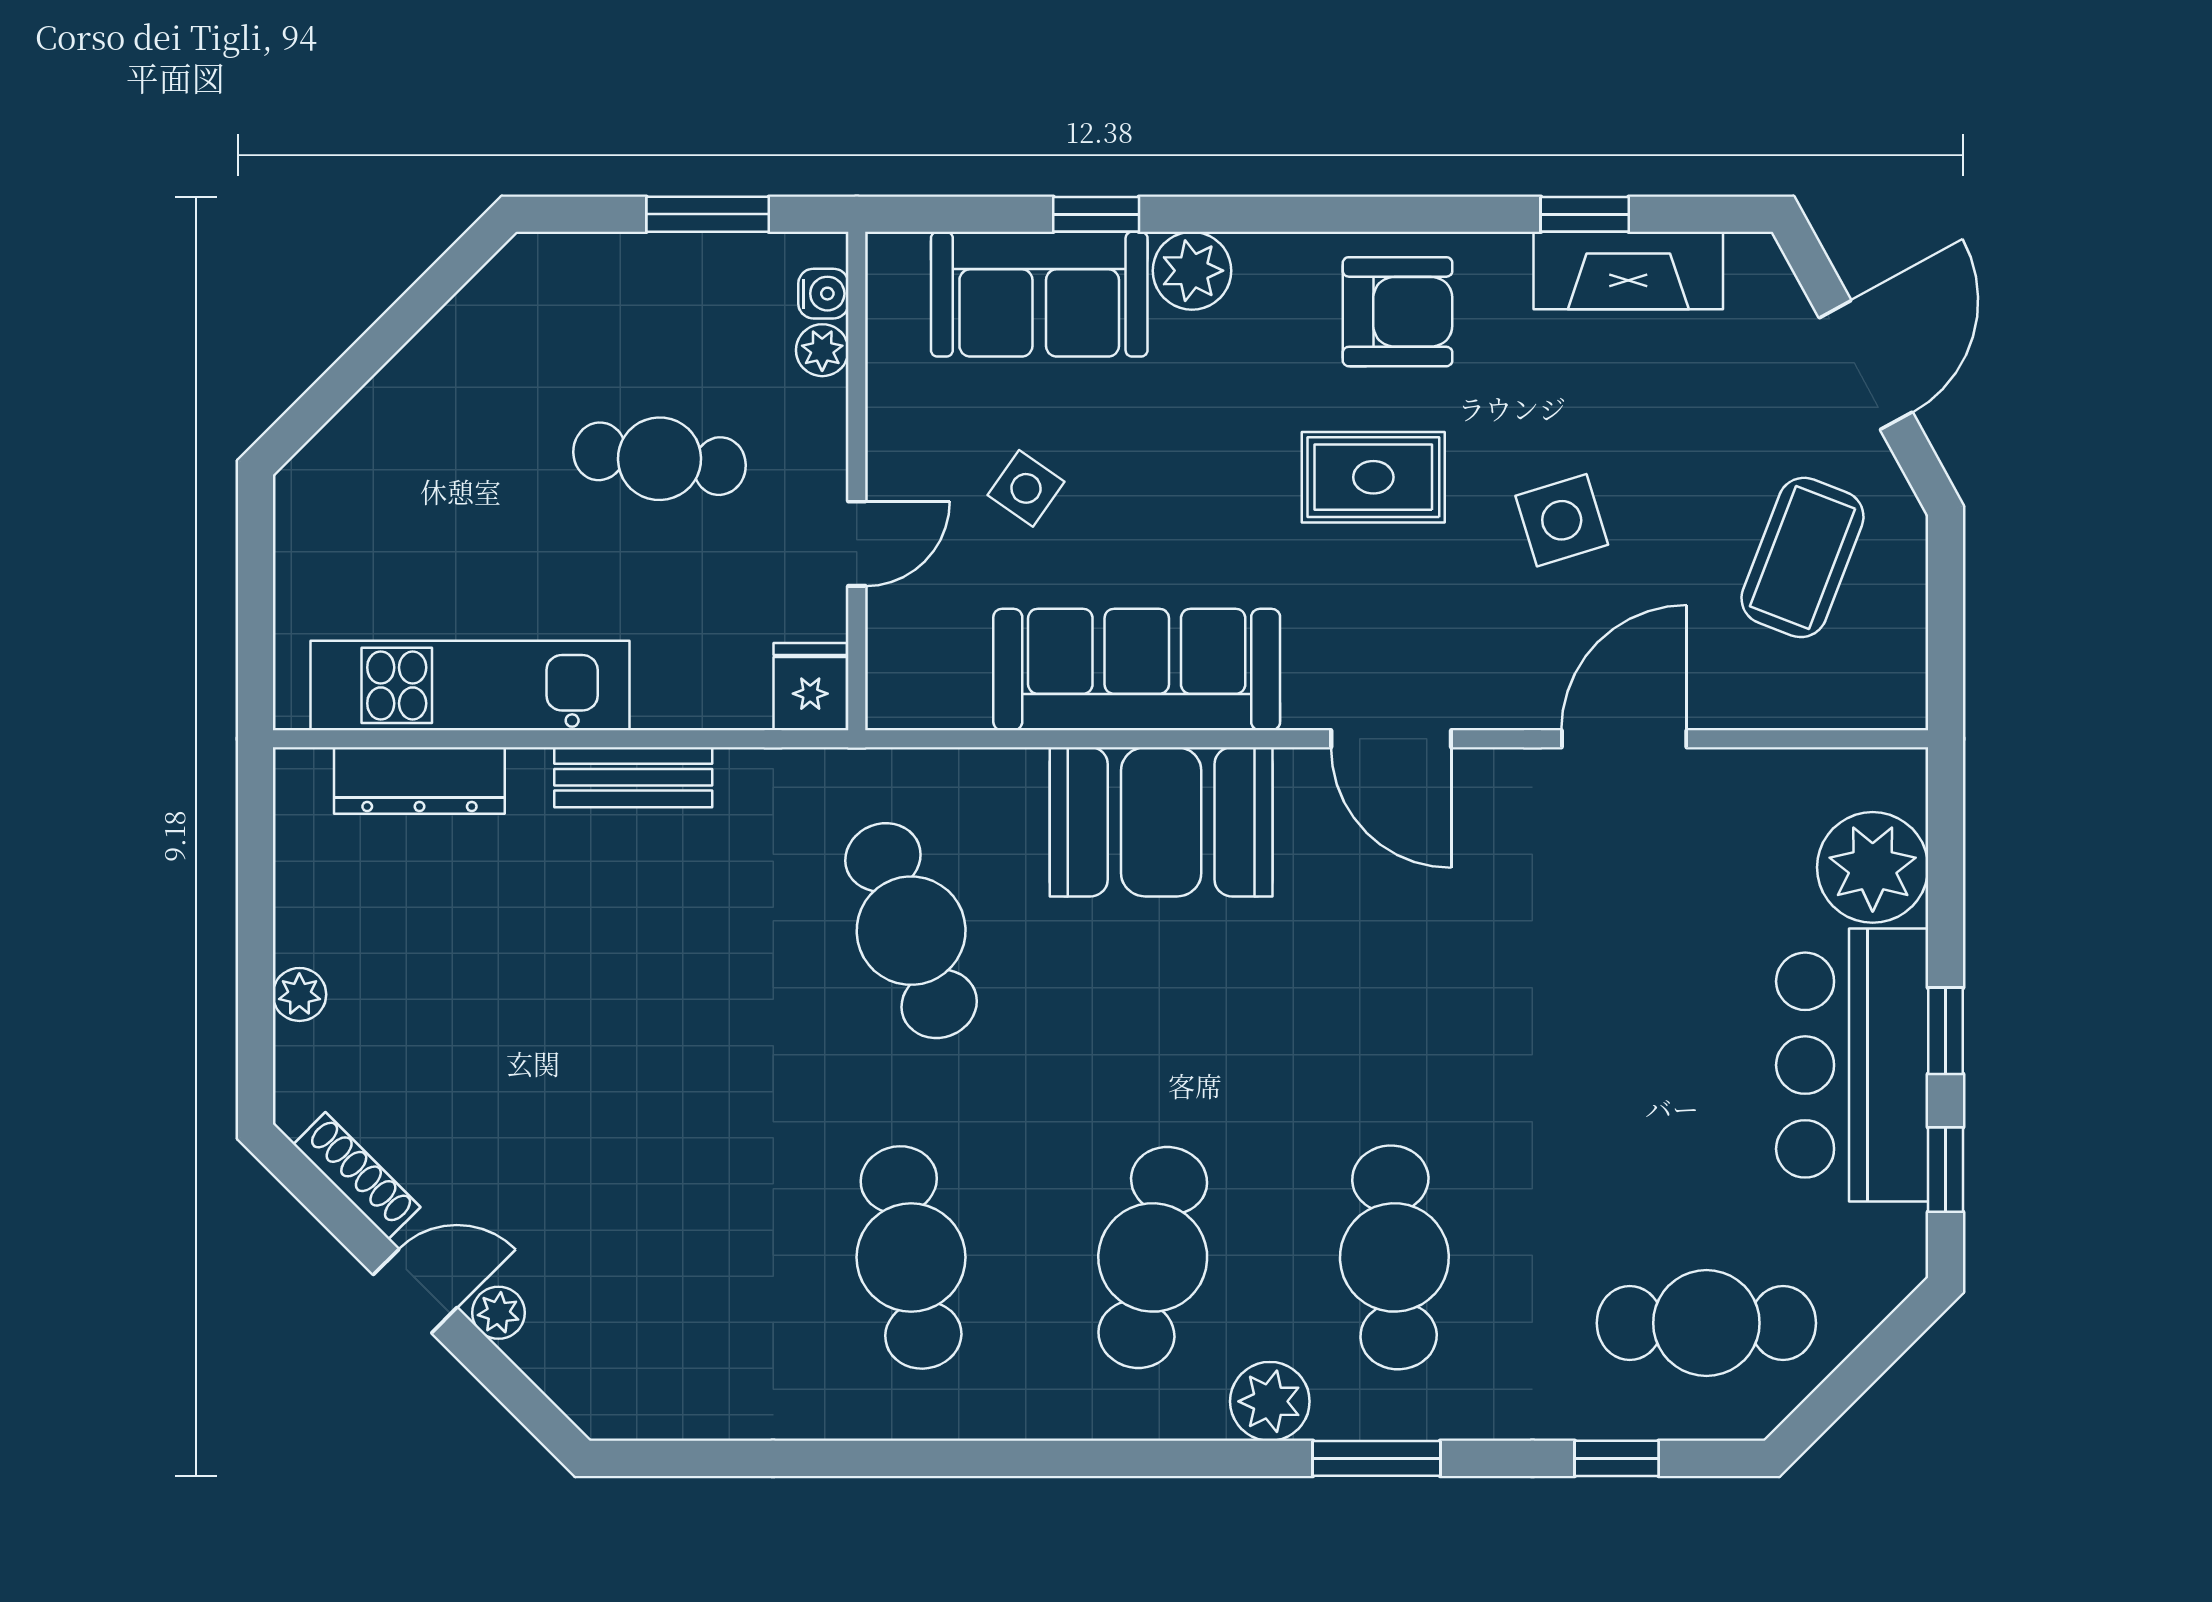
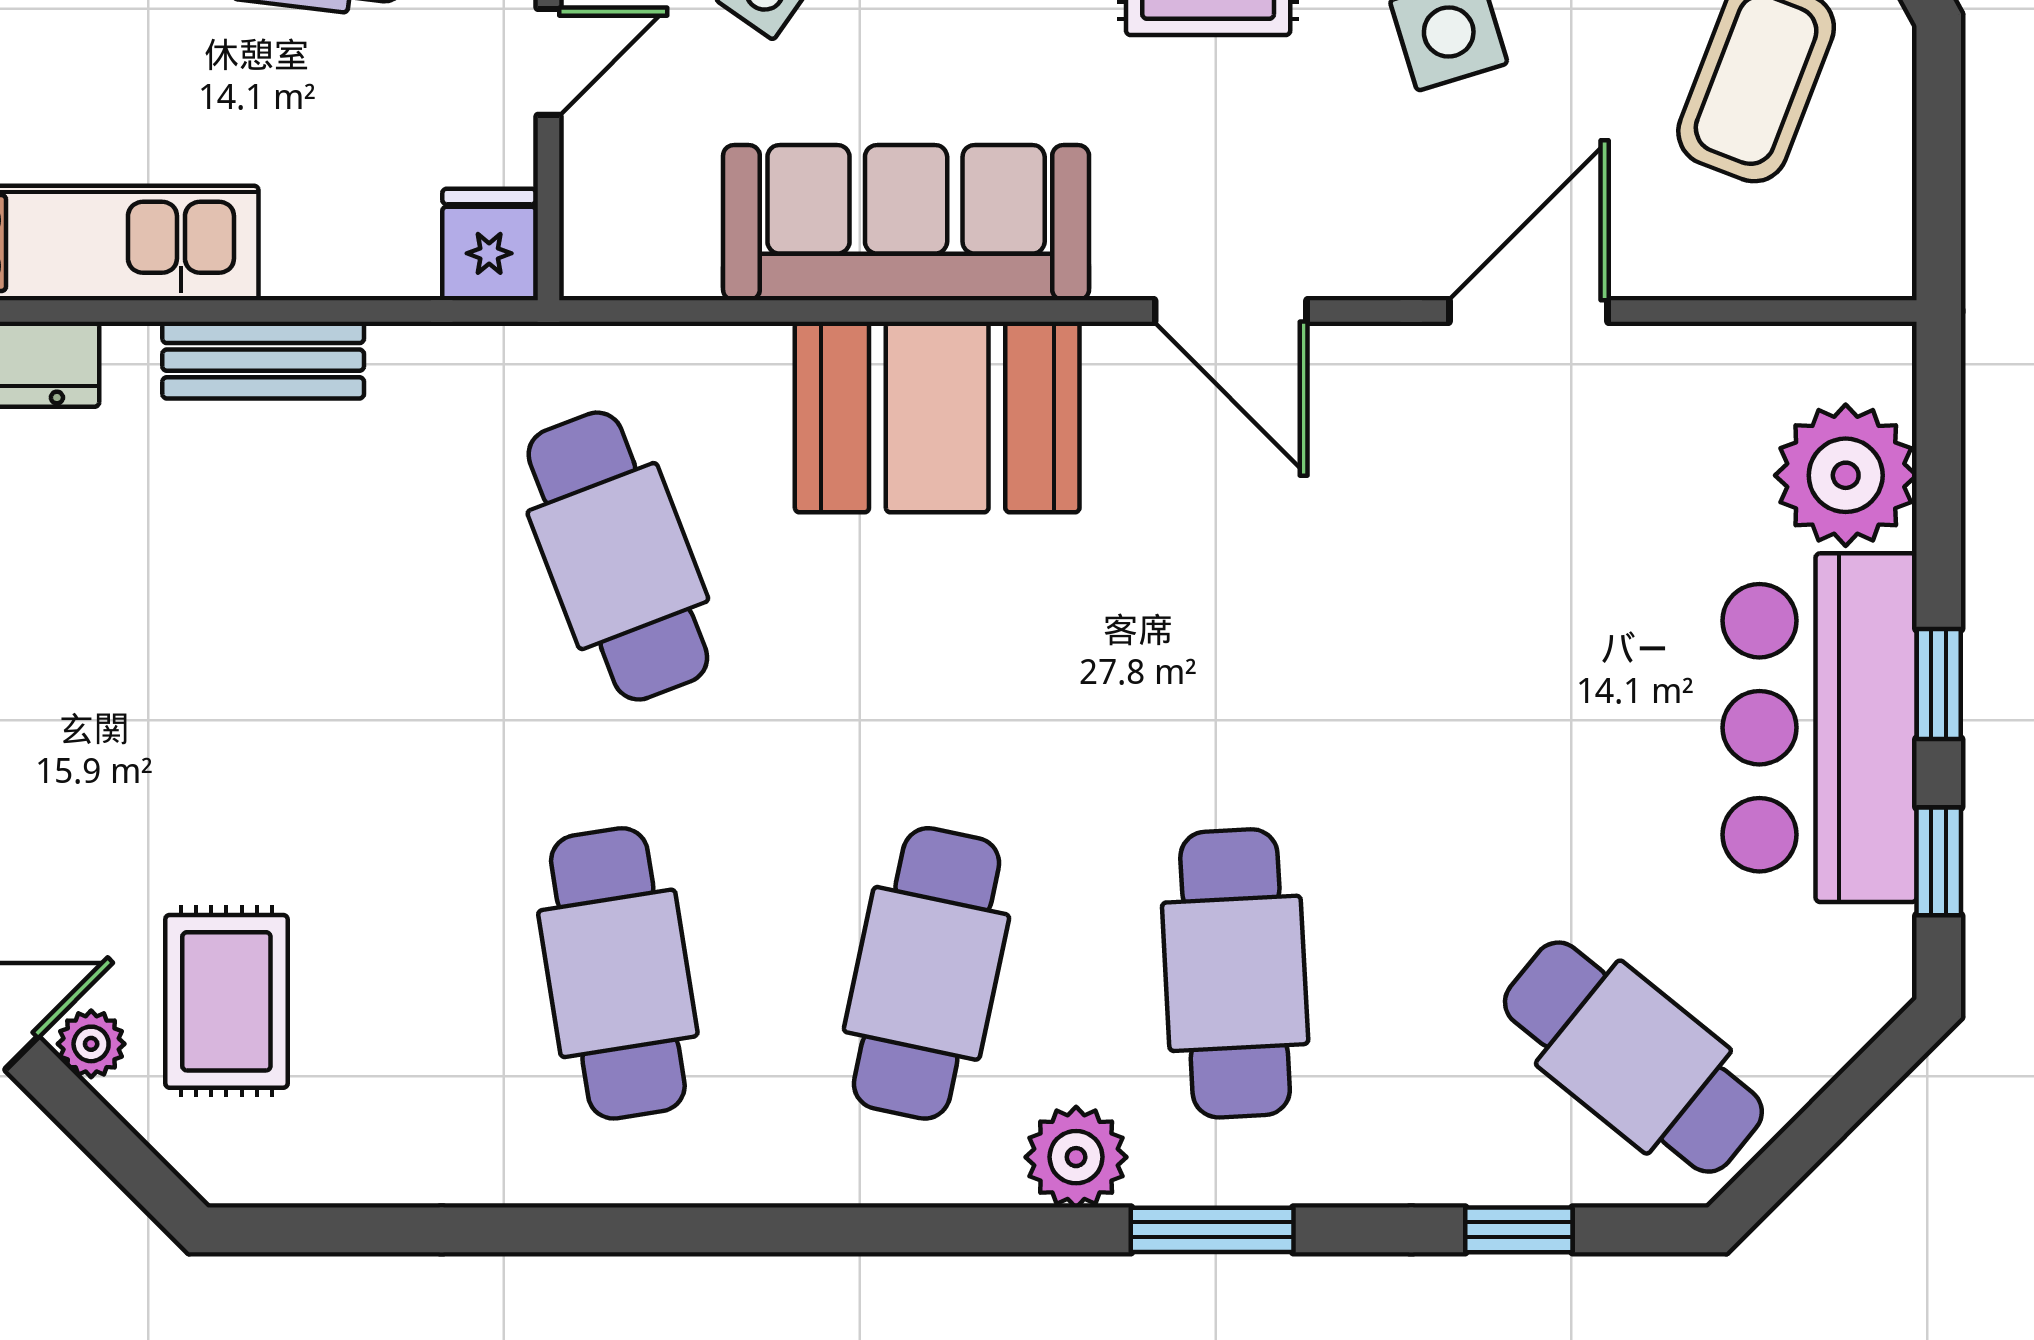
rug: (605, 1279) -> (226, 1001), added
cafe table: (1706, 1323) -> (1633, 1057), turned 39

